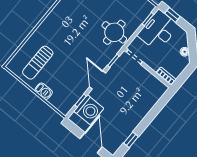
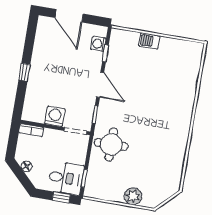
desk: (158, 31) -> (66, 178), width x0.73
sun lounger: (38, 63) -> (173, 67), removed
washing machine: (143, 76) -> (55, 116), added
washing machine: (89, 110) -> (98, 44), width x0.53, depth x0.53
window: (131, 140) -> (24, 72), moved

